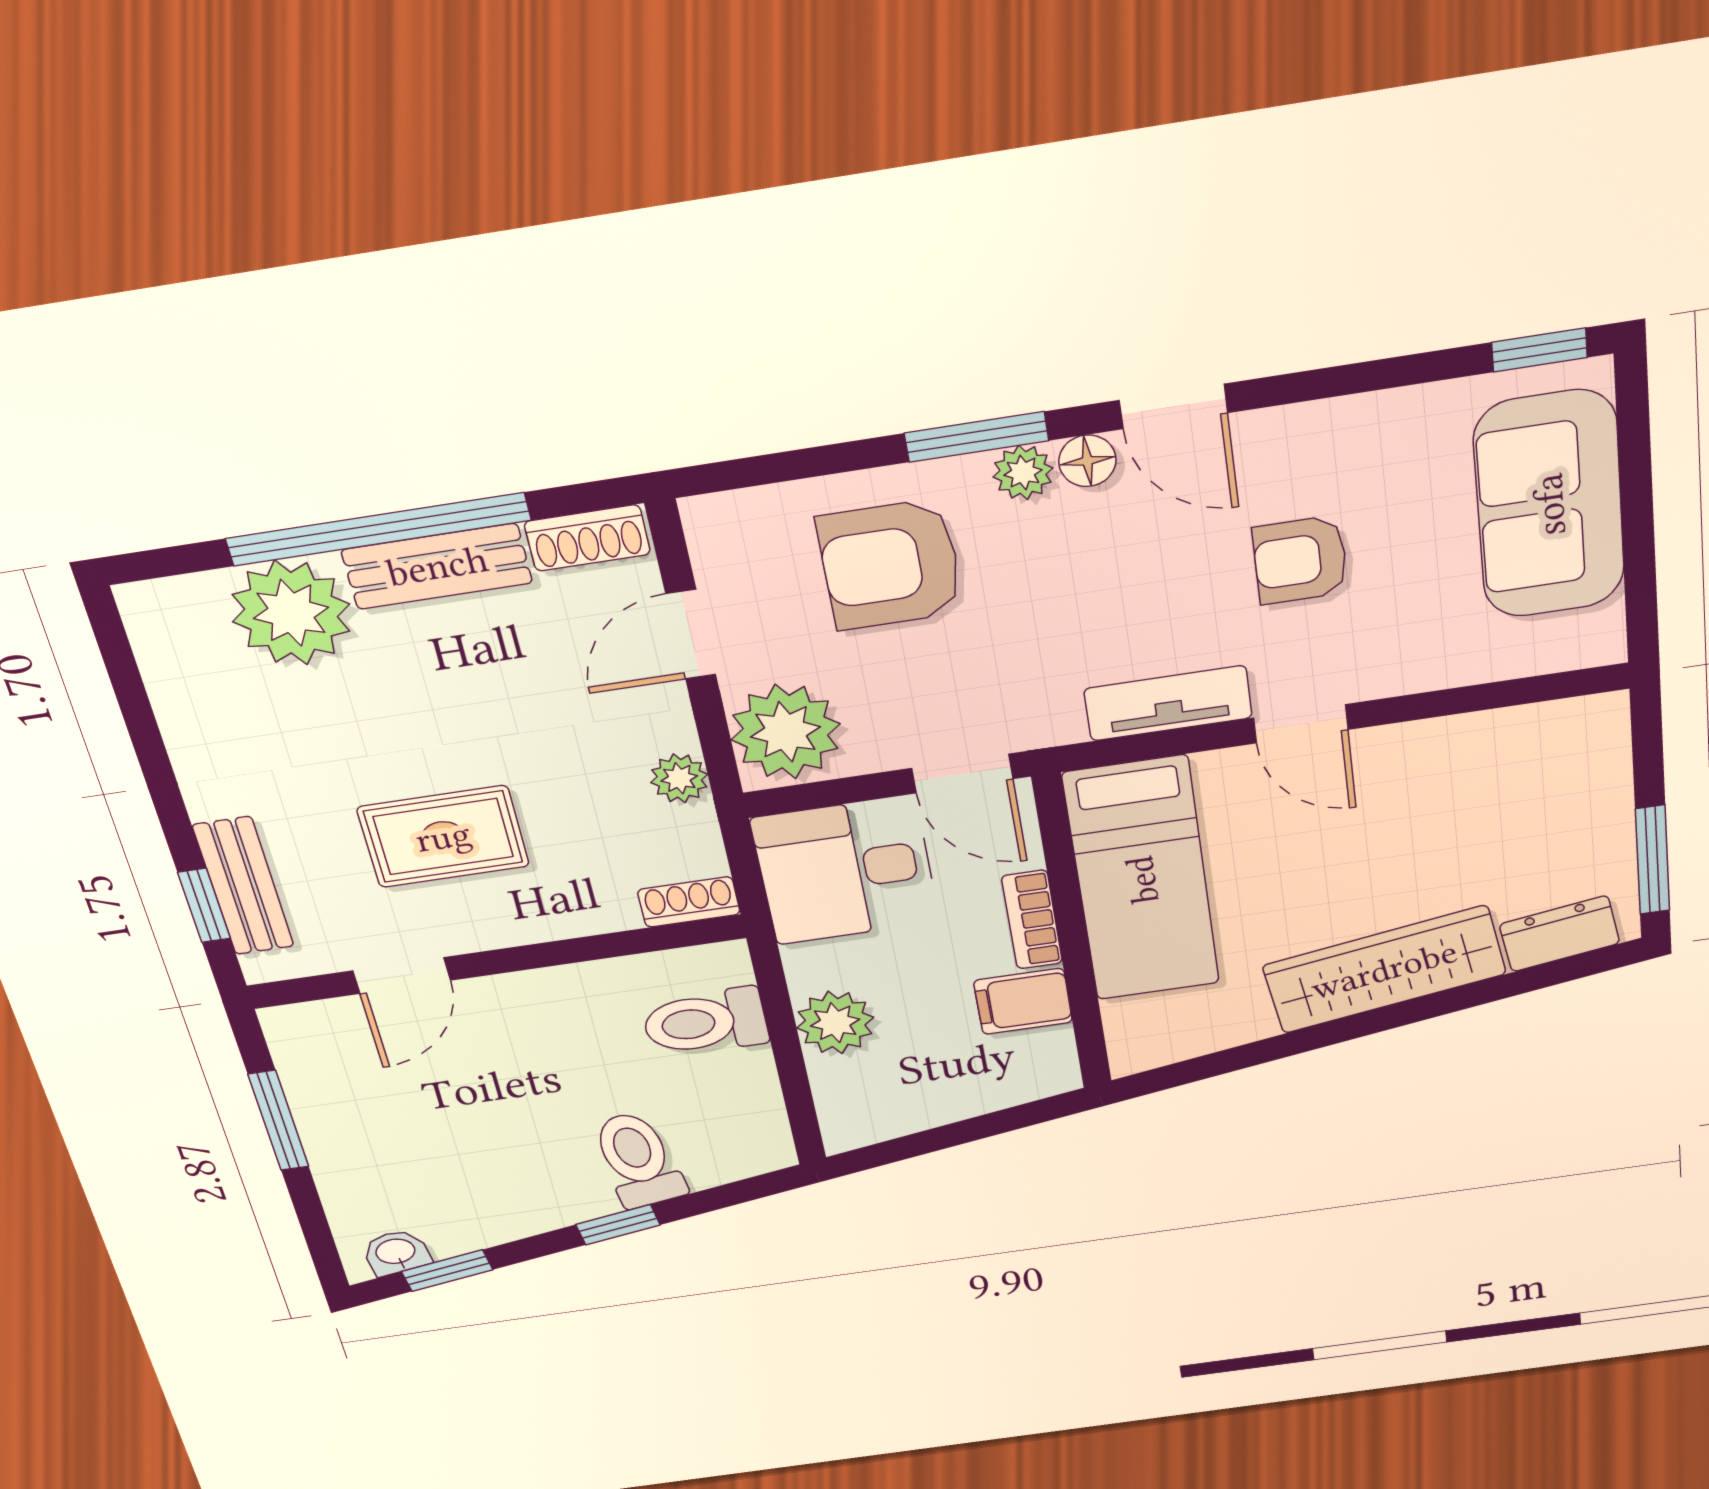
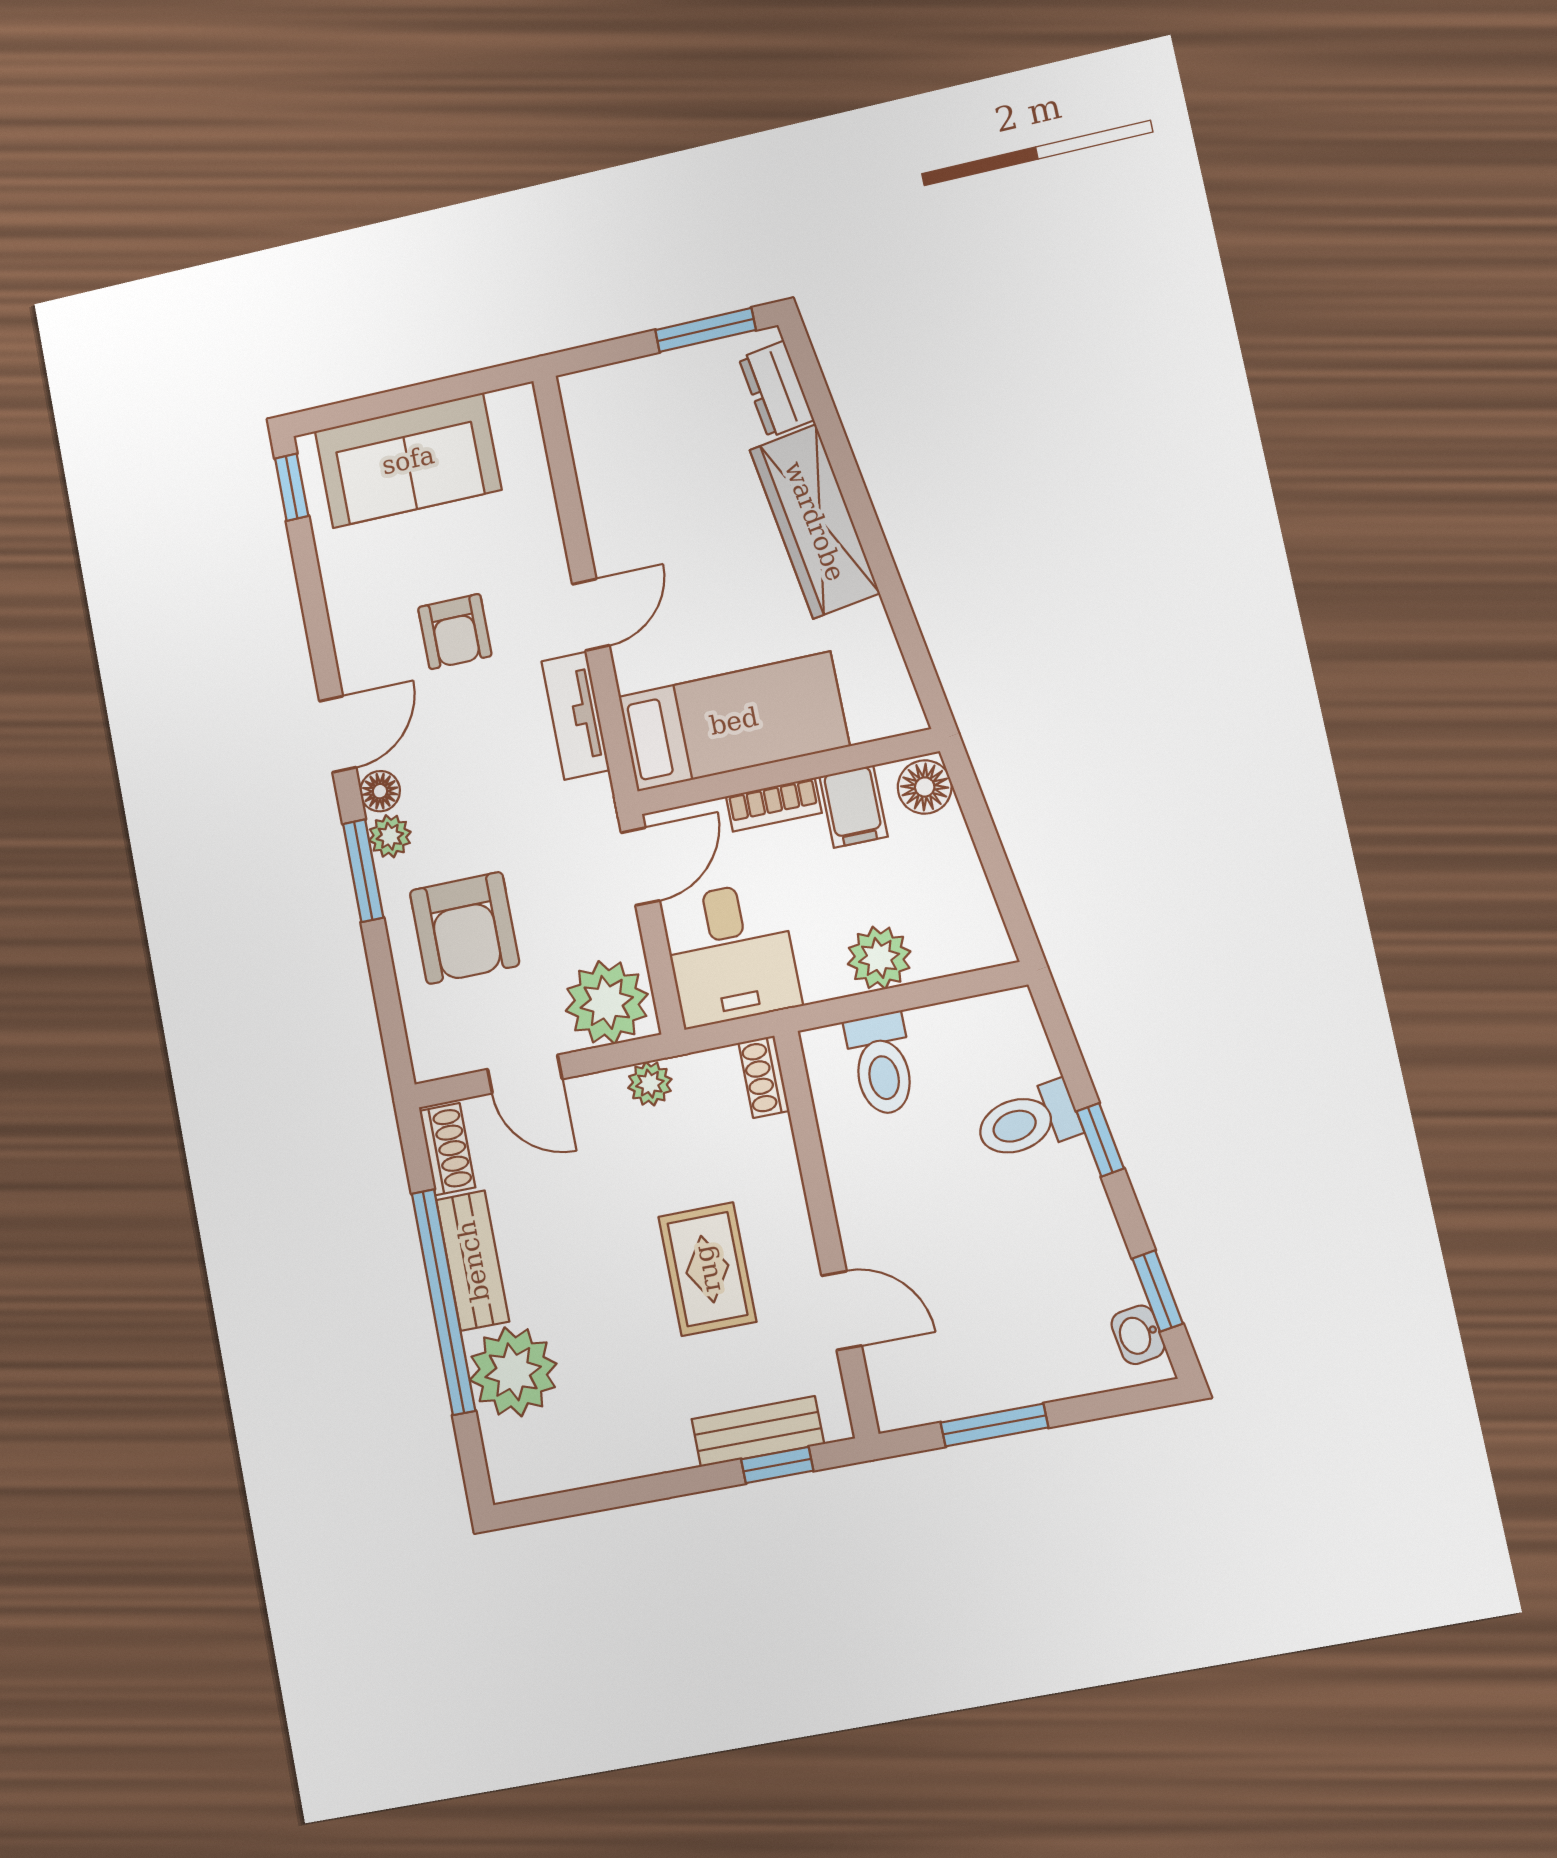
floor lamp: (1041, 1072) -> (925, 787), added

